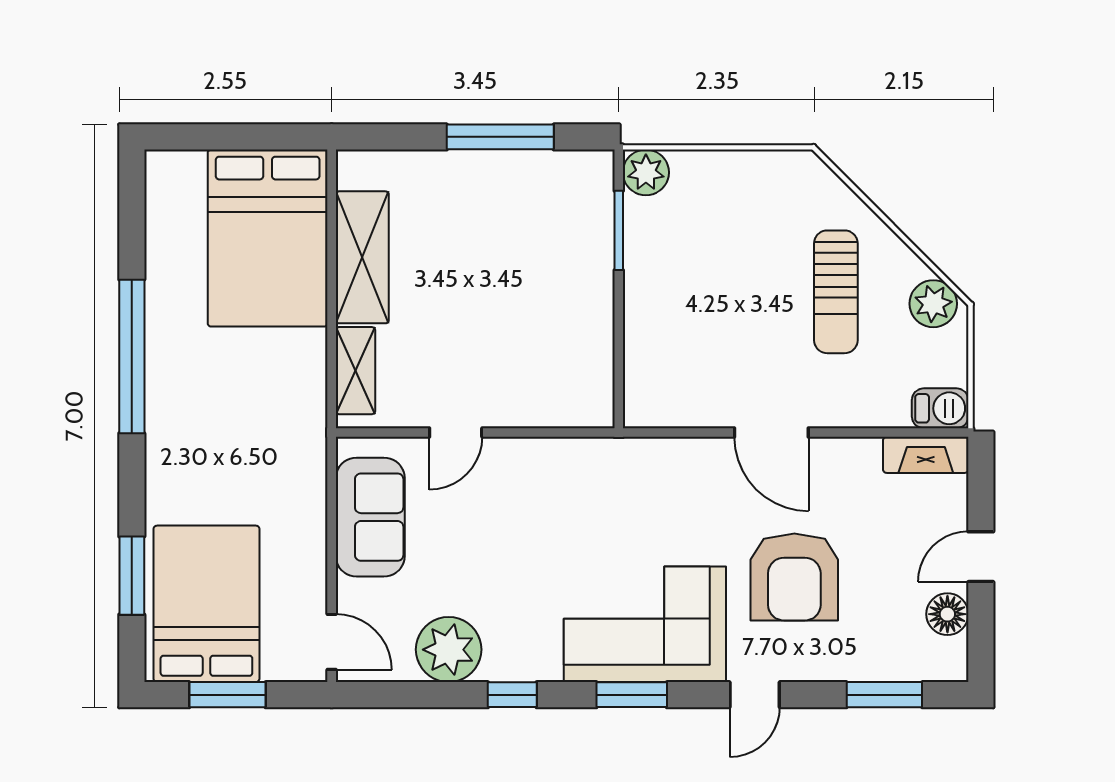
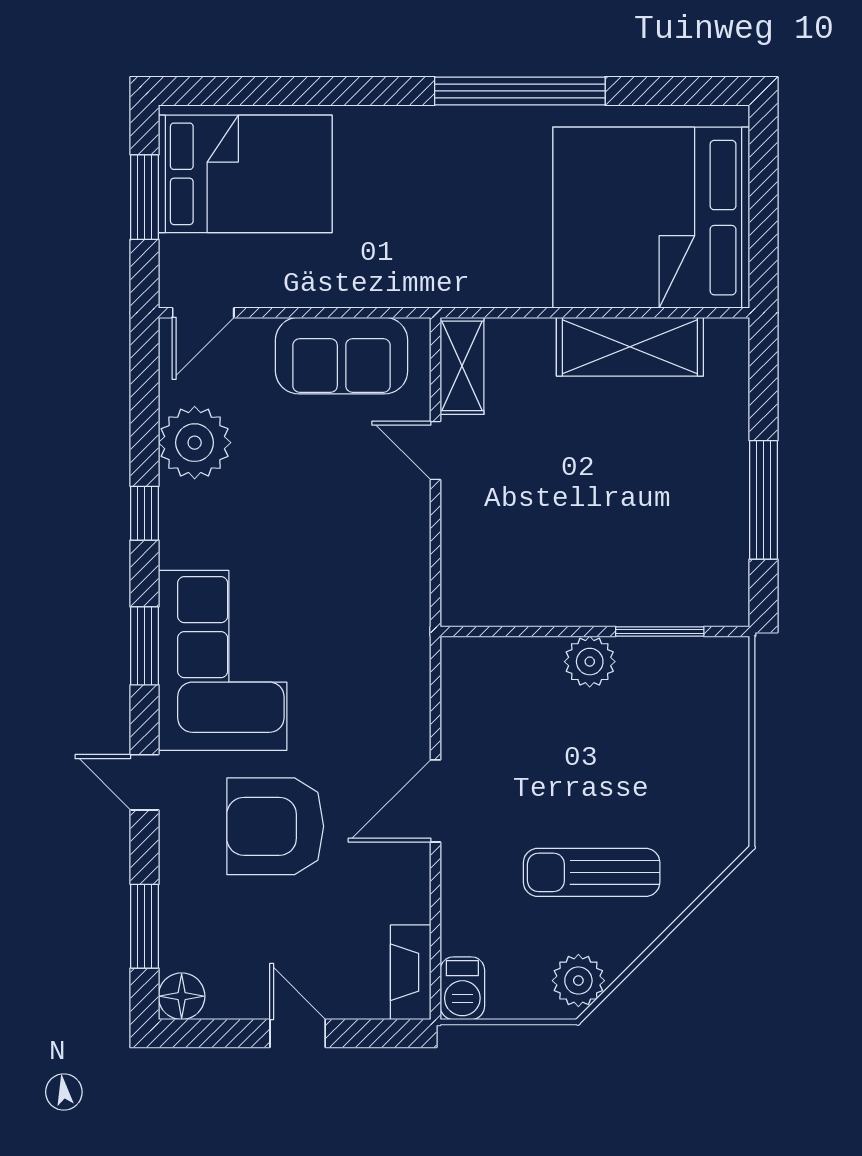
plant: (646, 172) -> (590, 662), moved
bed: (268, 238) -> (651, 218), width x1.36
shelving: (355, 371) -> (462, 366), moved, turned 90
window: (132, 576) -> (277, 91), removed
floor lamp: (947, 614) -> (182, 996), moved

